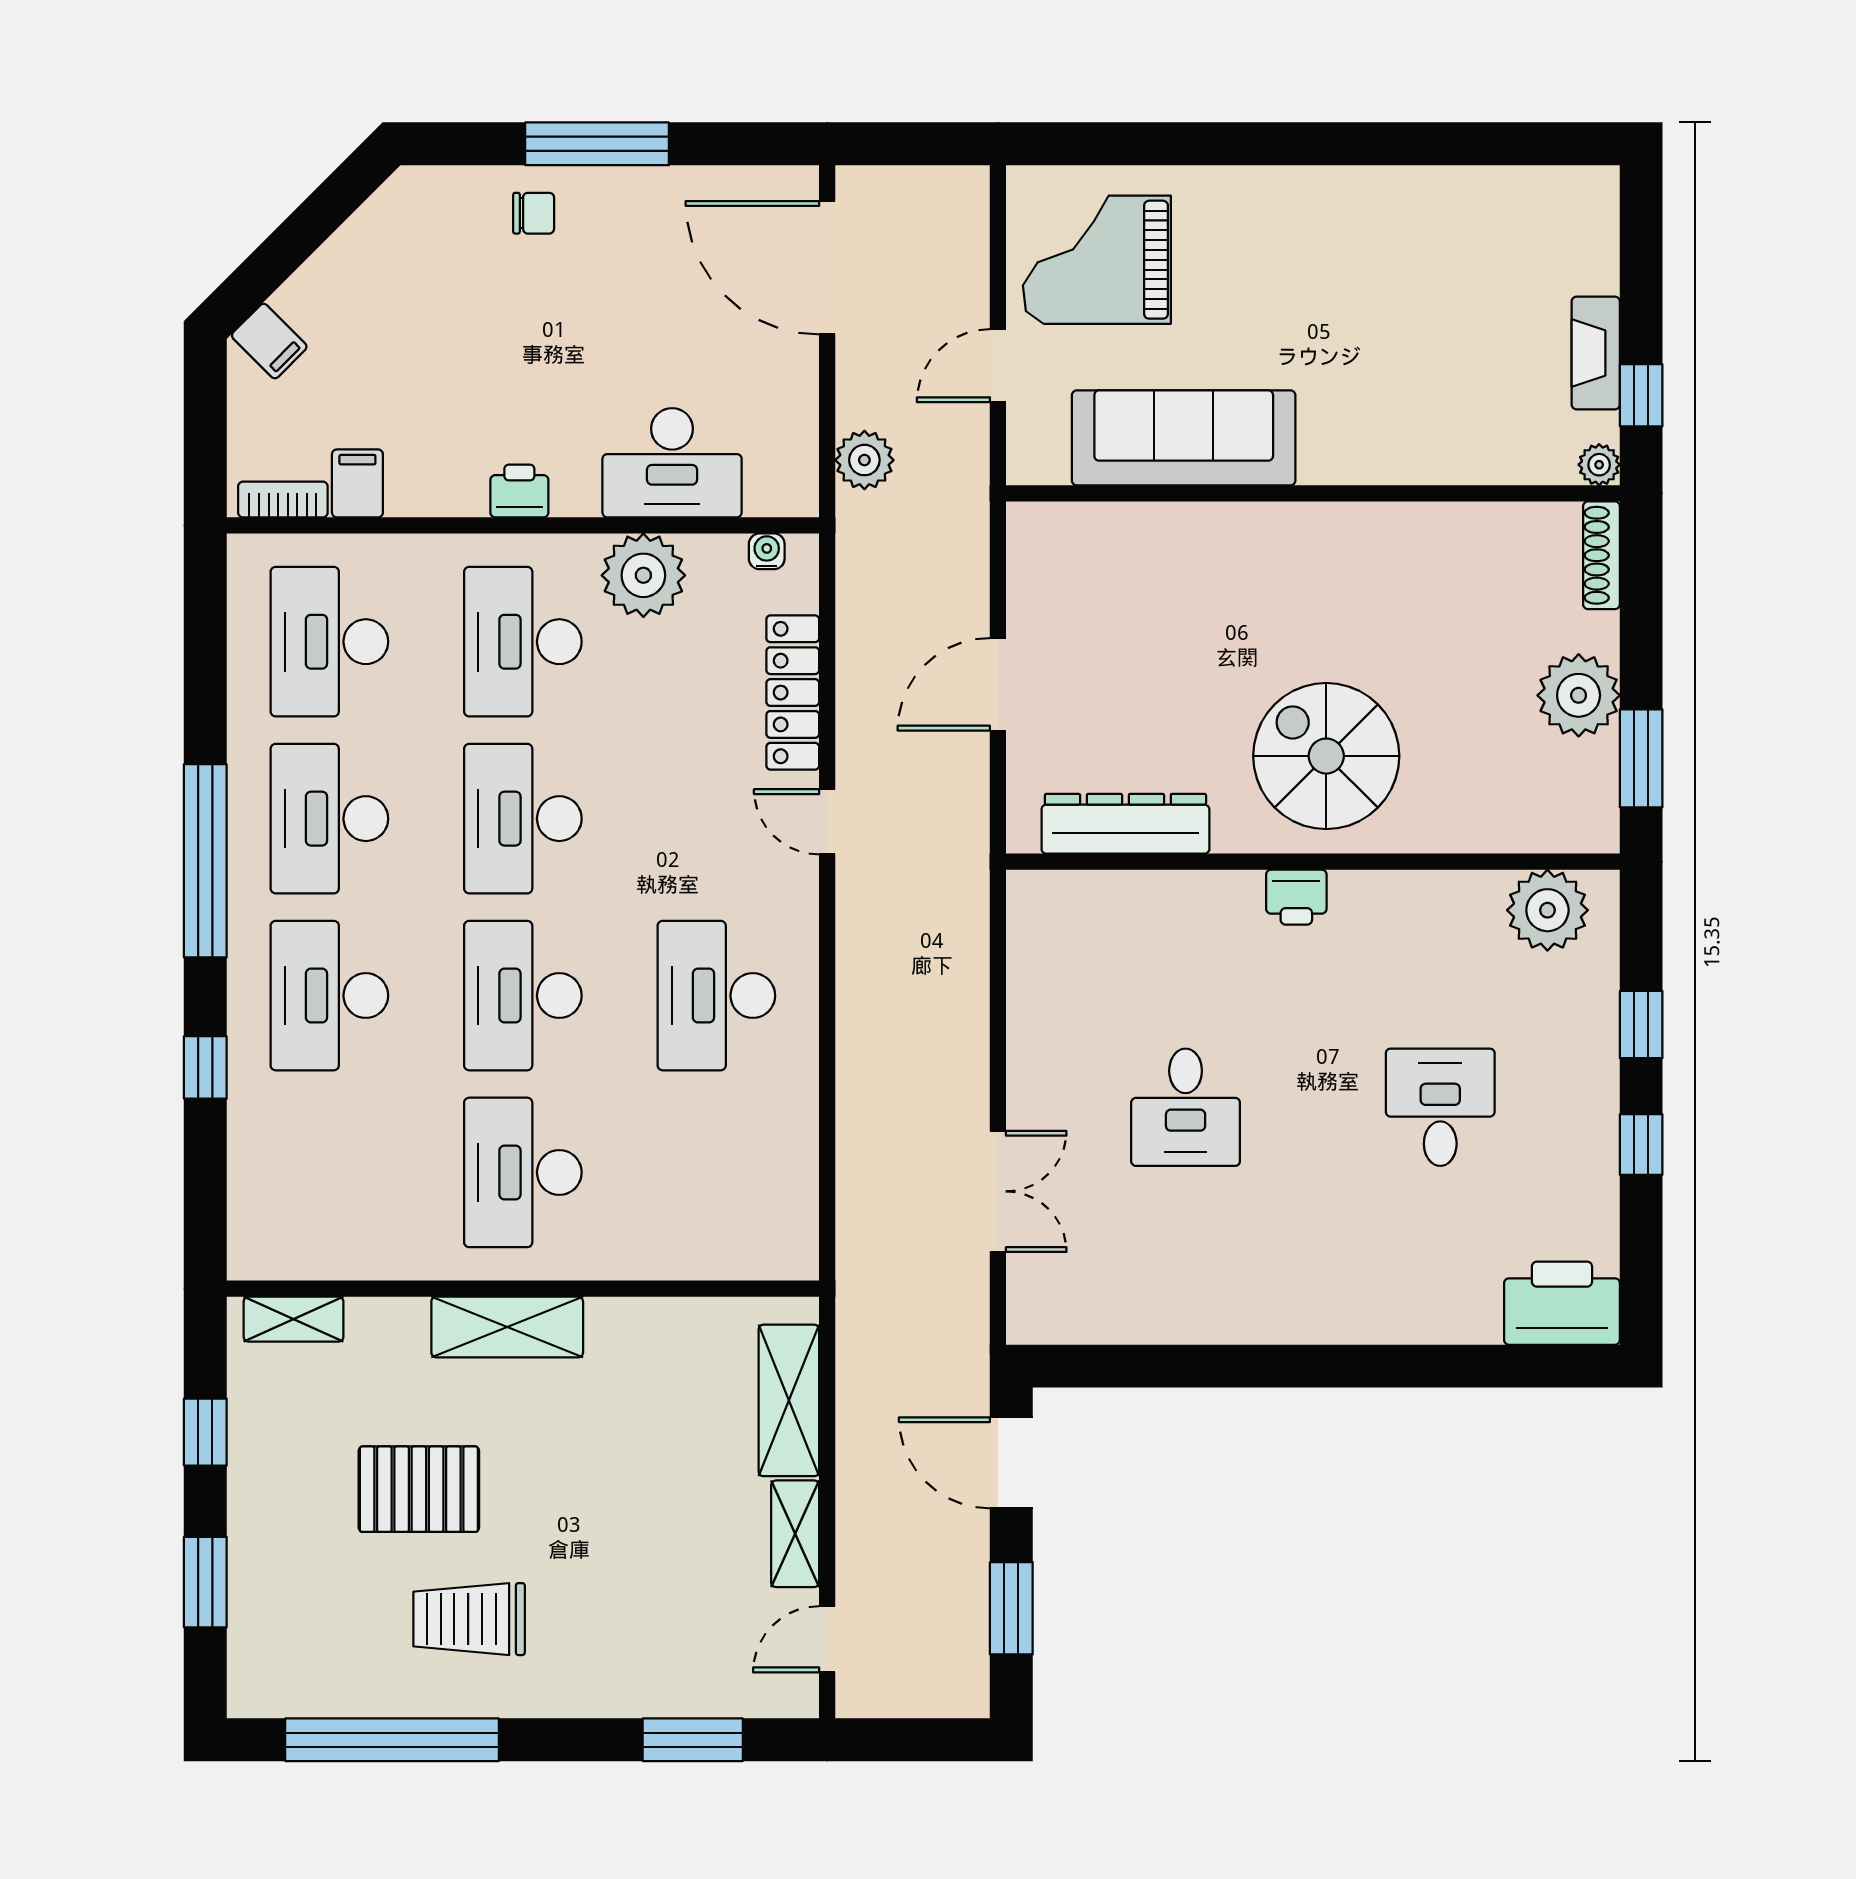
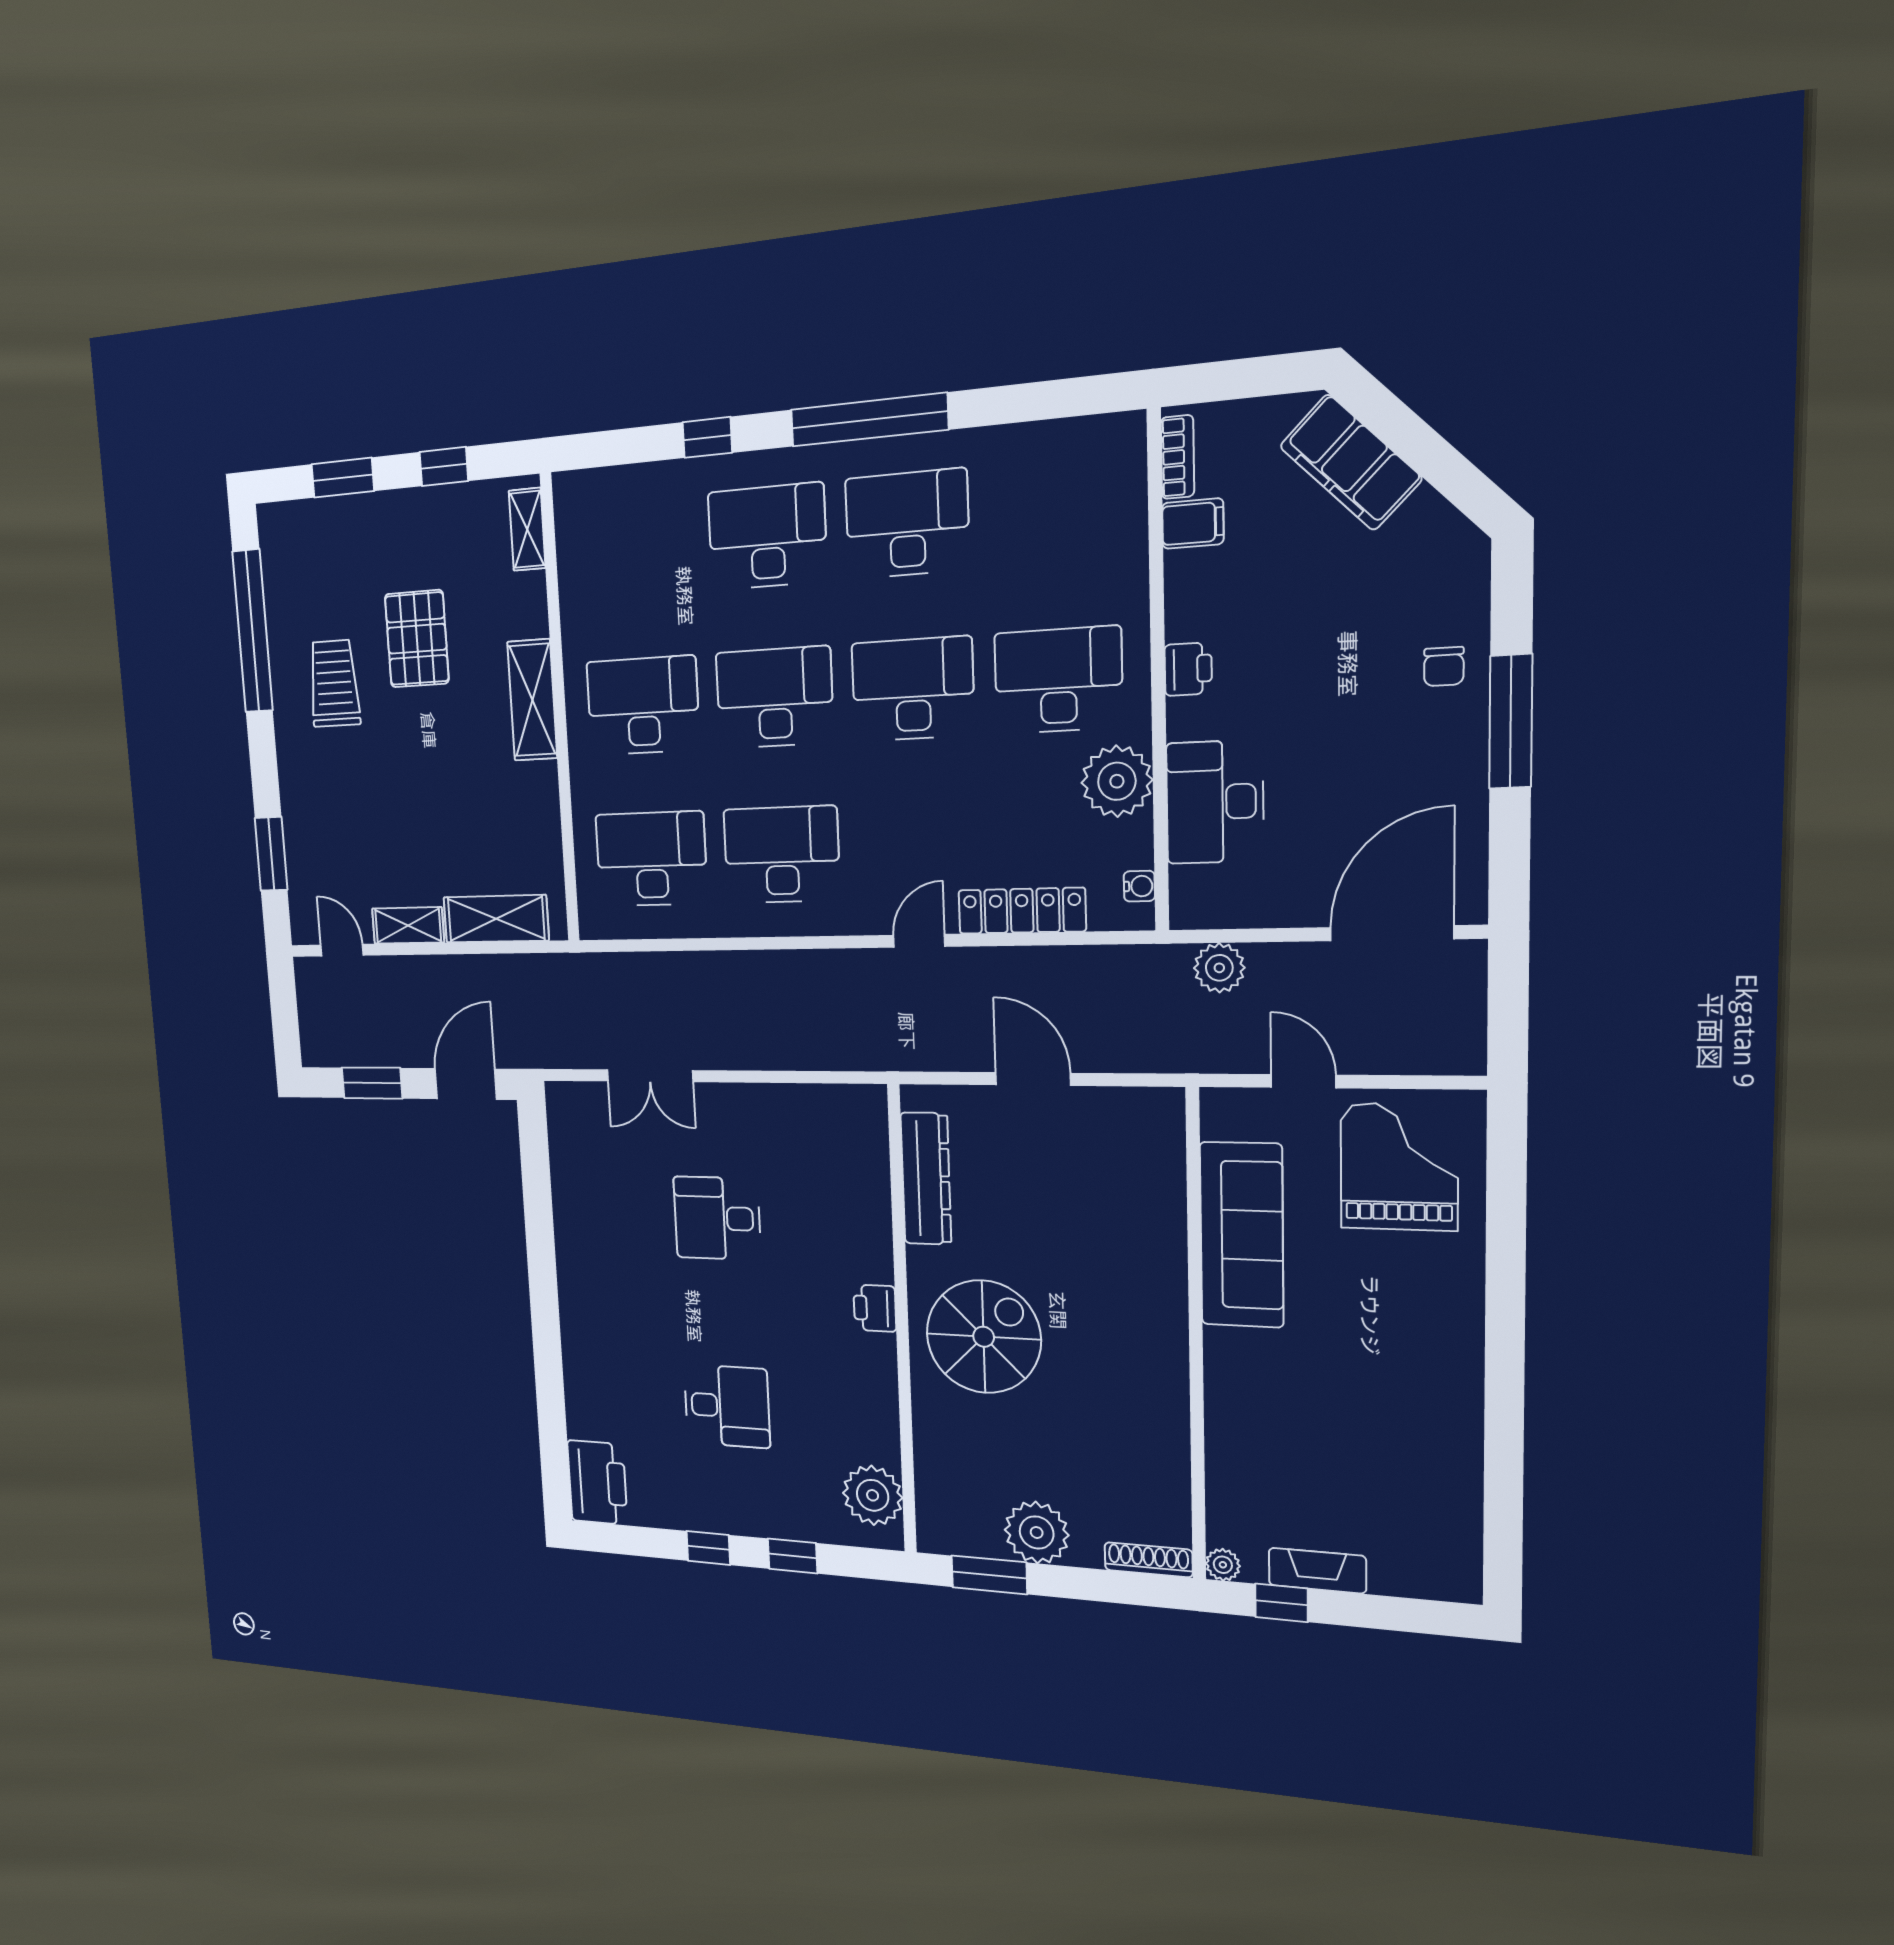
filing cabinet: (269, 341) -> (1351, 462), width x3.00, depth x1.17
desk: (329, 642) -> (651, 859), moved

